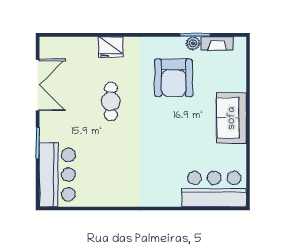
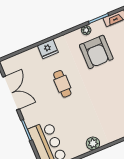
plant: (193, 43) -> (86, 30), moved
plant: (118, 197) -> (93, 143), added

